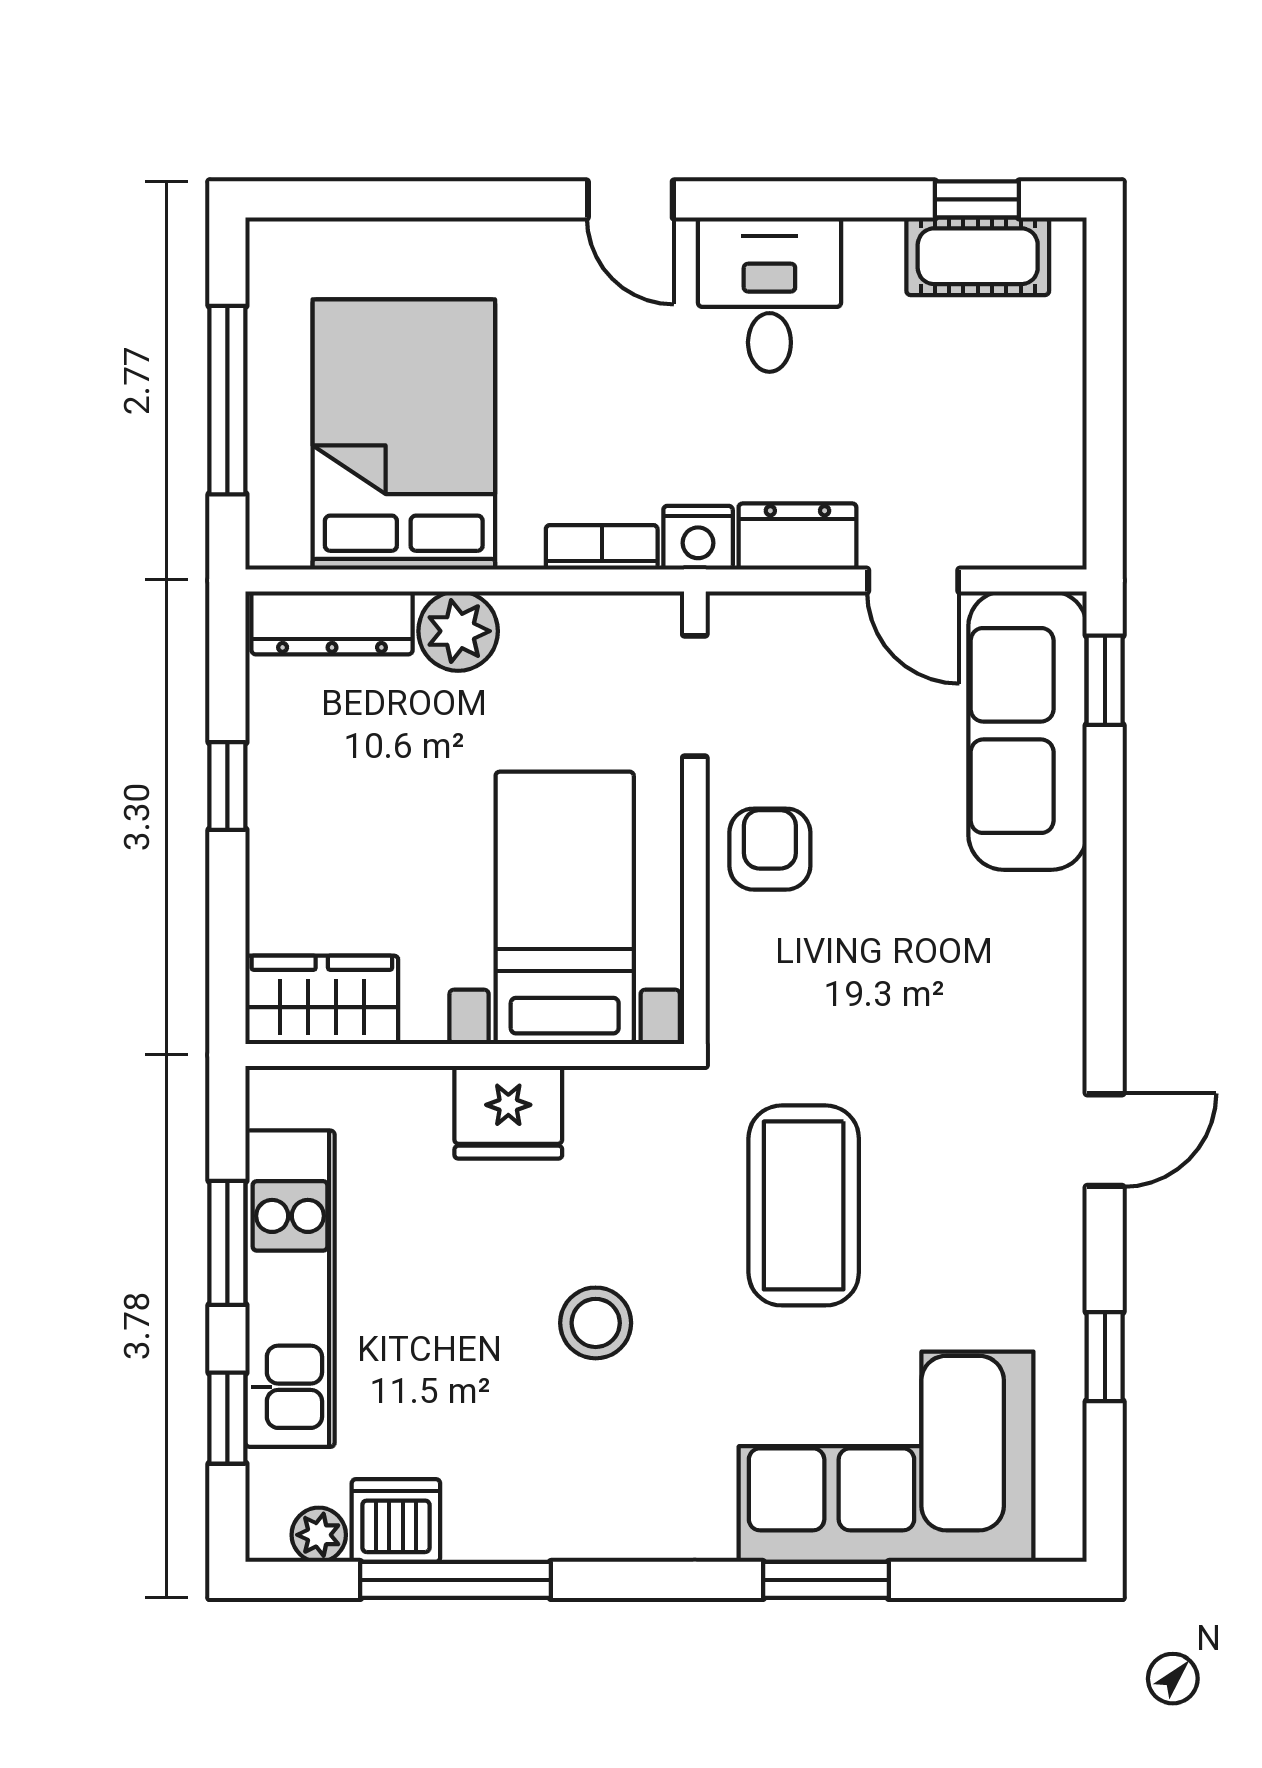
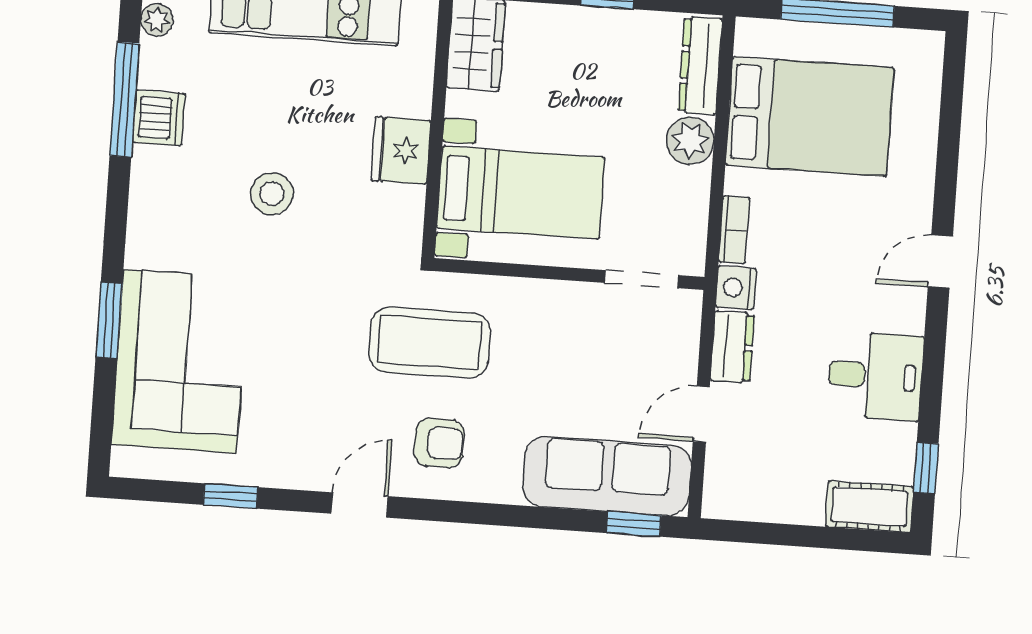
cot: (978, 256) -> (870, 507), moved, turned 90
desk: (769, 295) -> (875, 376), moved
armchair: (770, 849) -> (439, 443), moved
door: (1105, 1140) -> (360, 505), swing flipped
coffee table: (804, 1205) -> (430, 343), moved
dishwasher: (396, 1521) -> (159, 118), moved

